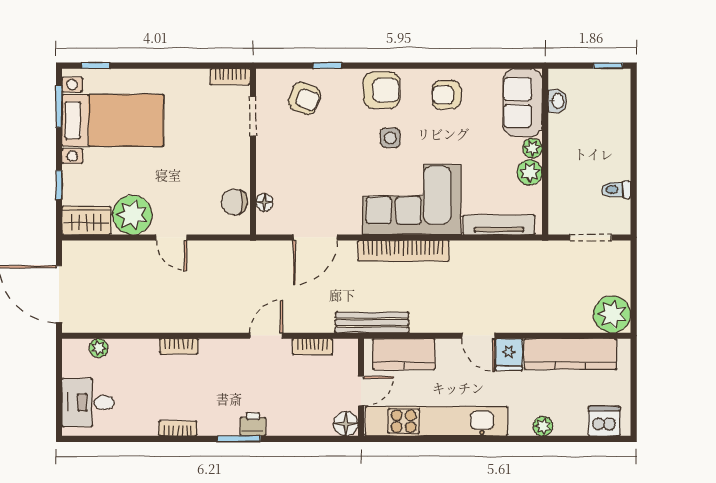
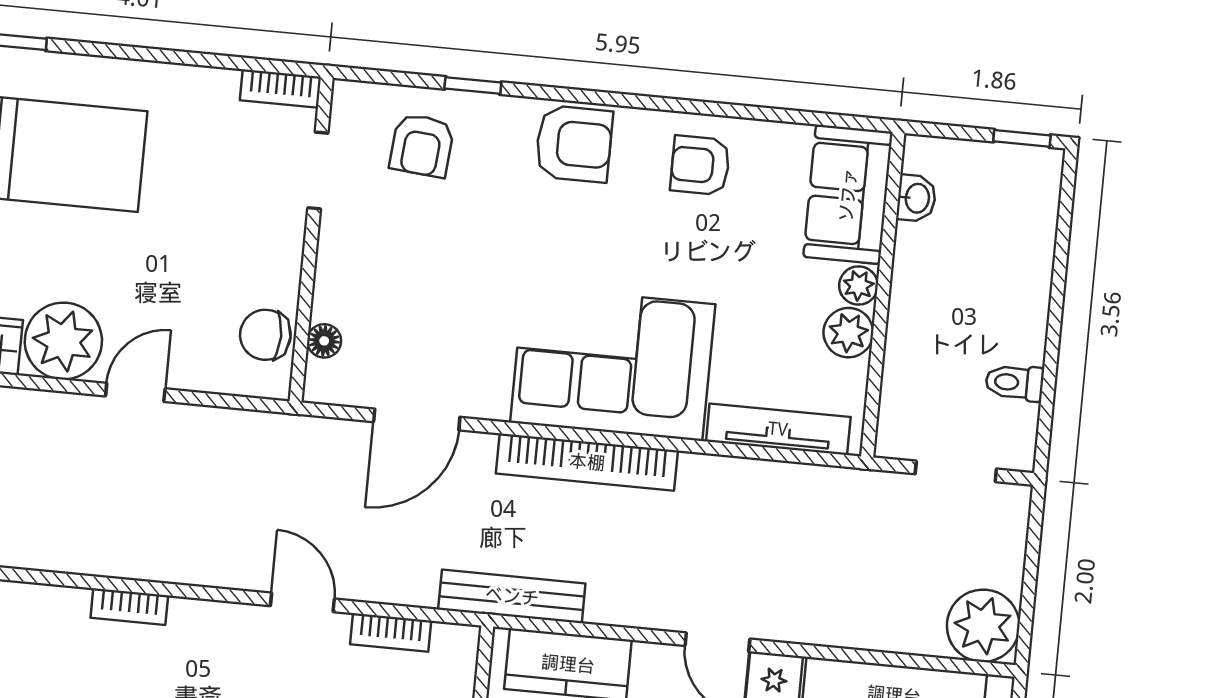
armchair: (304, 98) -> (422, 145), turned 73
side table: (390, 138) -> (582, 239), removed
door: (171, 237) -> (135, 392), swing flipped
door: (266, 336) -> (302, 602), hinge flipped

